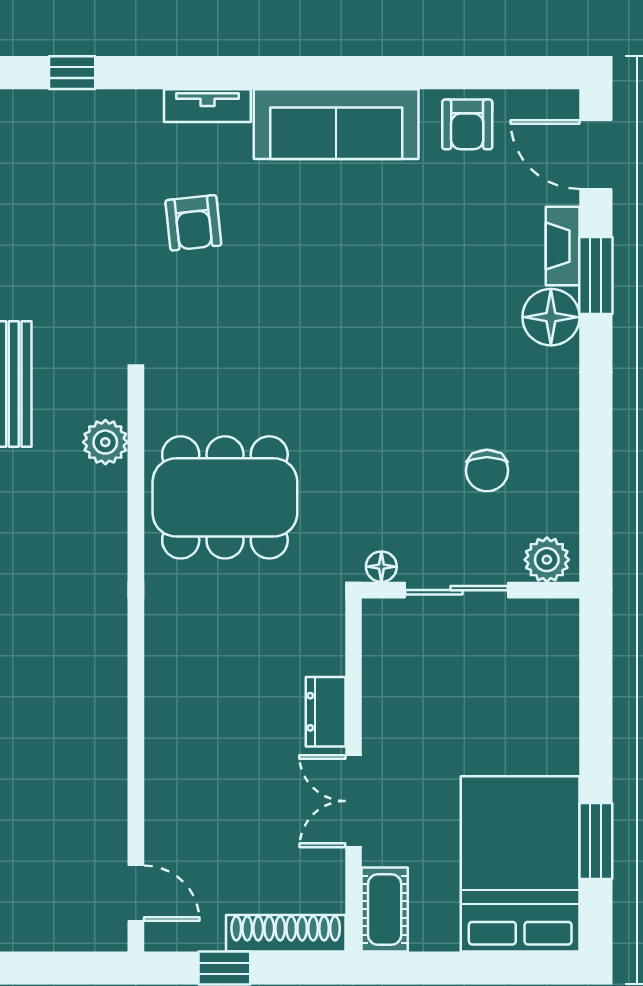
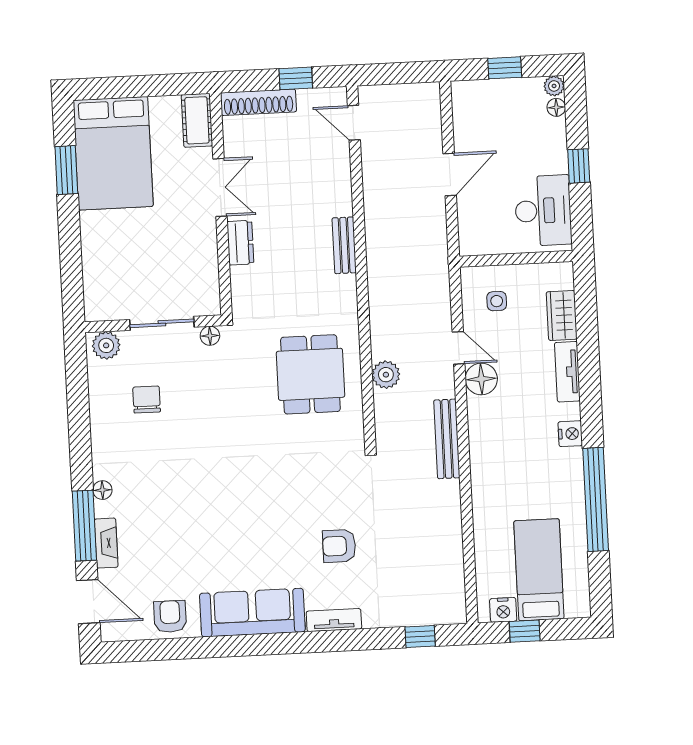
armchair: (193, 223) -> (339, 546), turned -84
window: (596, 276) -> (84, 526), width x1.44
floor lamp: (551, 317) -> (102, 490), width x0.53, depth x0.53
plant: (105, 442) -> (386, 375), moved
dining table: (225, 497) -> (310, 374), width x0.73
bench: (161, 699) -> (344, 245), added

